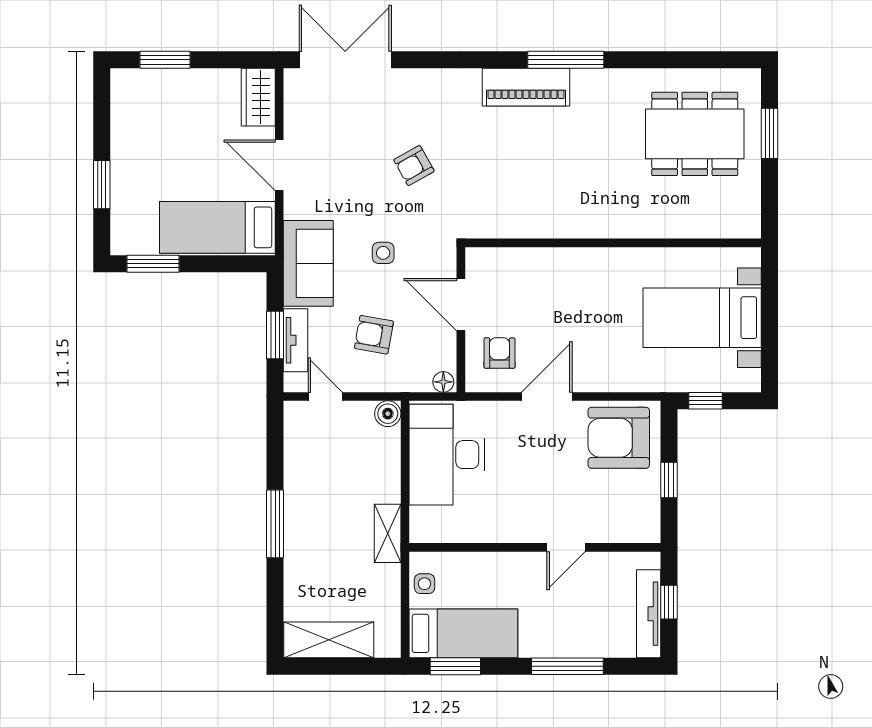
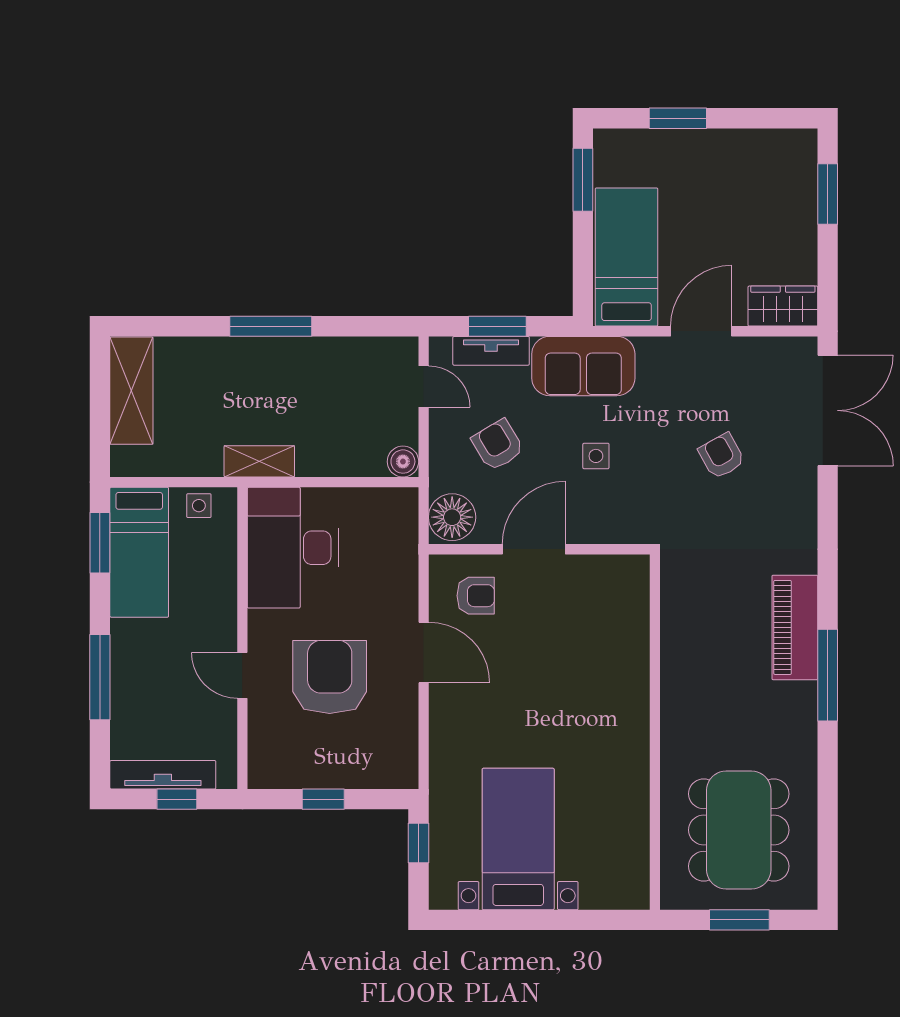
armchair: (414, 166) -> (722, 456), moved
wall: (613, 243) -> (655, 732), moved
armchair: (374, 335) -> (498, 445), turned -41
floor lamp: (443, 382) -> (452, 517), width x1.89, depth x1.89
door: (325, 397) -> (424, 386), hinge flipped
armchair: (619, 438) -> (330, 677), moved
desk: (447, 455) -> (293, 548), moved, turned -90

